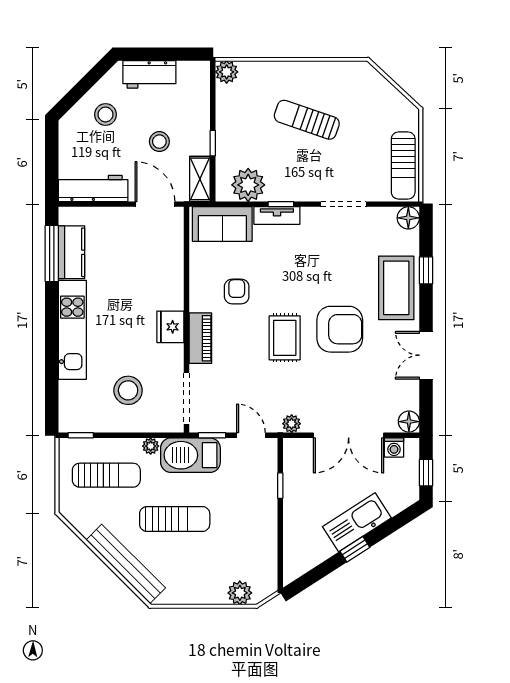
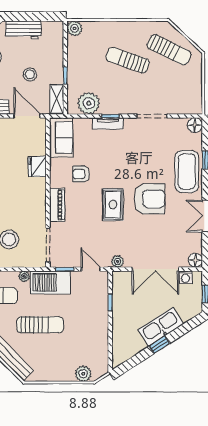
sun lounger: (403, 166) -> (169, 50), moved, turned -64
sofa: (222, 224) -> (61, 138), moved, turned -90
armchair: (237, 291) -> (81, 174), turned -90
fridge: (170, 327) -> (37, 166), moved

